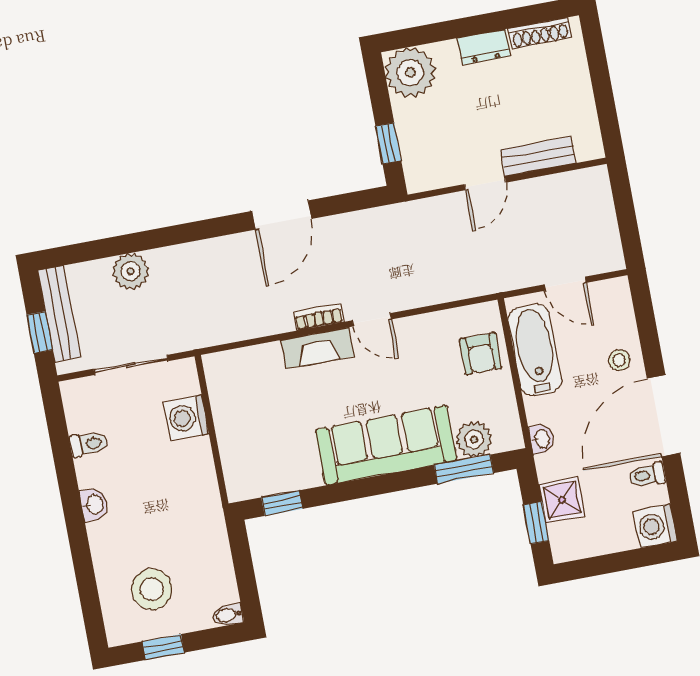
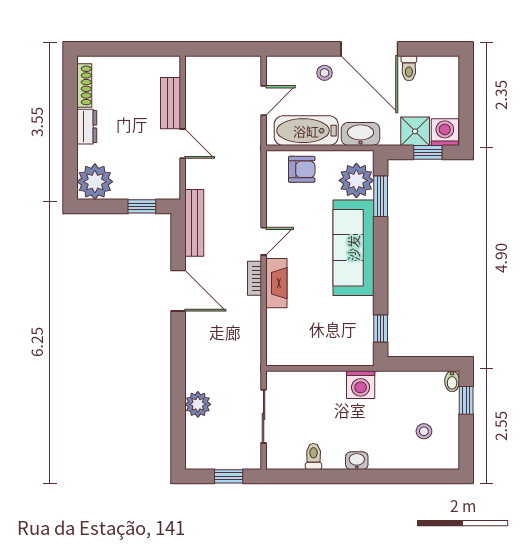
bench: (59, 314) -> (194, 223), moved, turned 90
washing machine: (186, 418) -> (361, 385), moved
plant: (474, 439) -> (356, 180), width x1.36, depth x1.36
washbasin: (542, 439) -> (360, 134), width x1.91, depth x1.45
washing machine: (655, 526) -> (445, 132), moved, turned 180
stool: (152, 589) -> (424, 431), width x0.53, depth x0.53
window: (163, 647) -> (466, 400), moved

